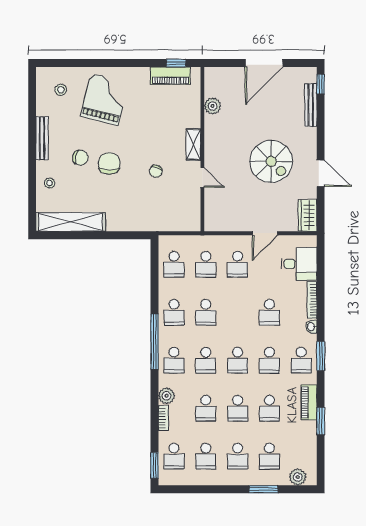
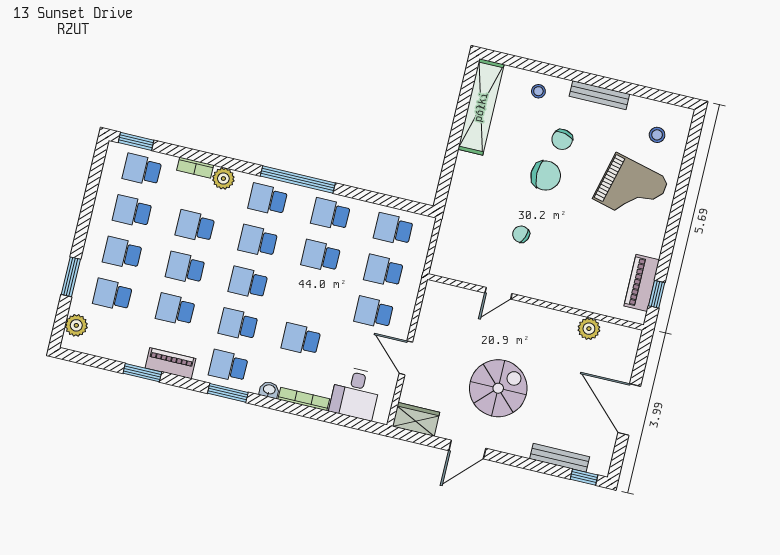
shelving: (193, 144) -> (544, 292), removed
spiral stairs: (271, 161) -> (498, 388), turned 180

